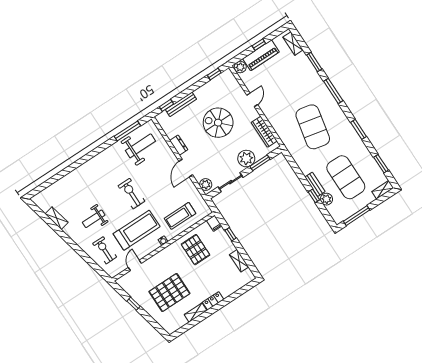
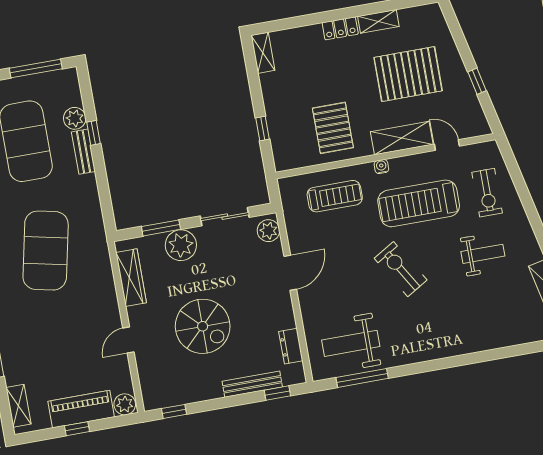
dresser: (179, 145) -> (291, 346), moved
exercise bike: (131, 194) -> (401, 269), turned 149
filing cabinet: (214, 223) -> (282, 159), removed
shelving: (159, 259) -> (402, 138), added
shelving: (239, 261) -> (263, 53), moved
door: (135, 265) -> (447, 145), swing flipped

